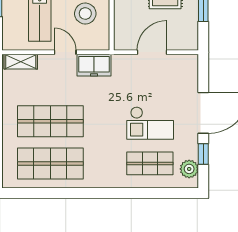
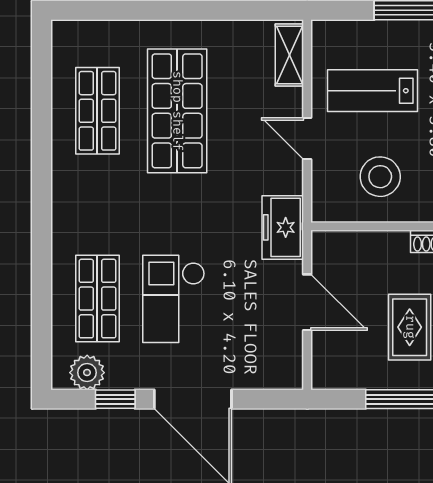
door: (65, 52) -> (307, 139), swing flipped
freezer: (94, 65) -> (283, 227), moved
shop shelf: (50, 163) -> (97, 111), width x0.70, depth x0.74

